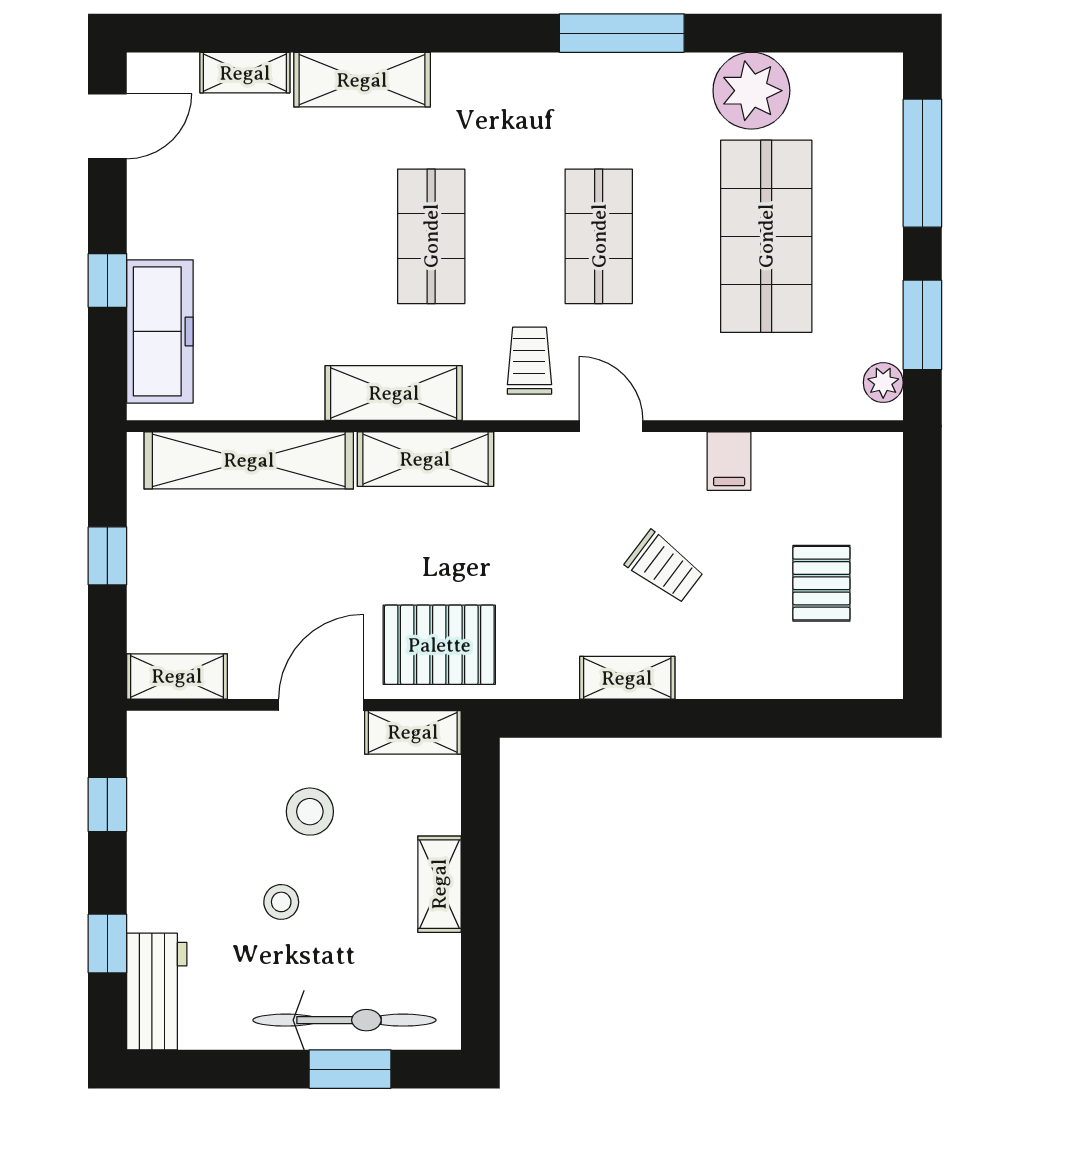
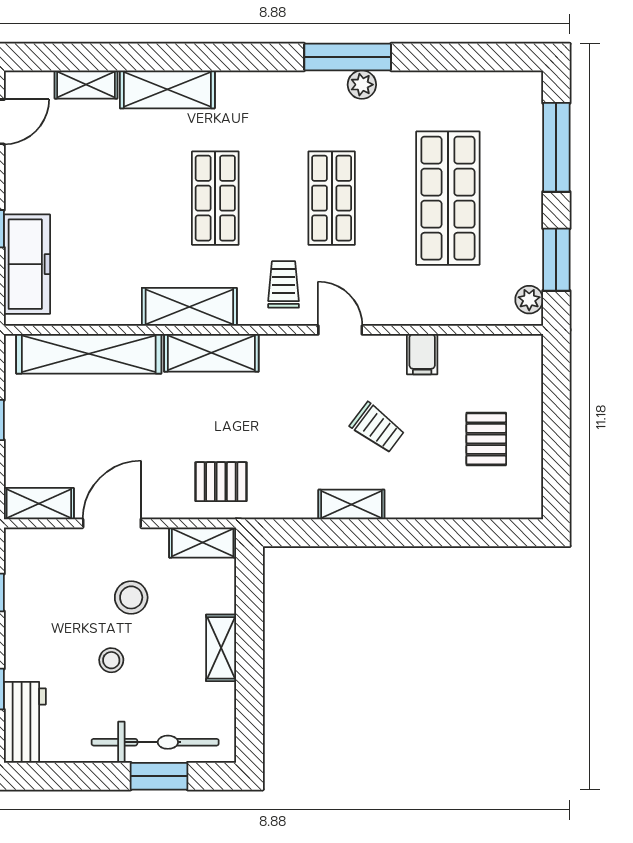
plant: (751, 91) -> (362, 85), moved, width x0.53, depth x0.53
pallet: (439, 645) -> (221, 482), width x0.67, depth x0.71
door: (321, 705) -> (112, 523), moved

